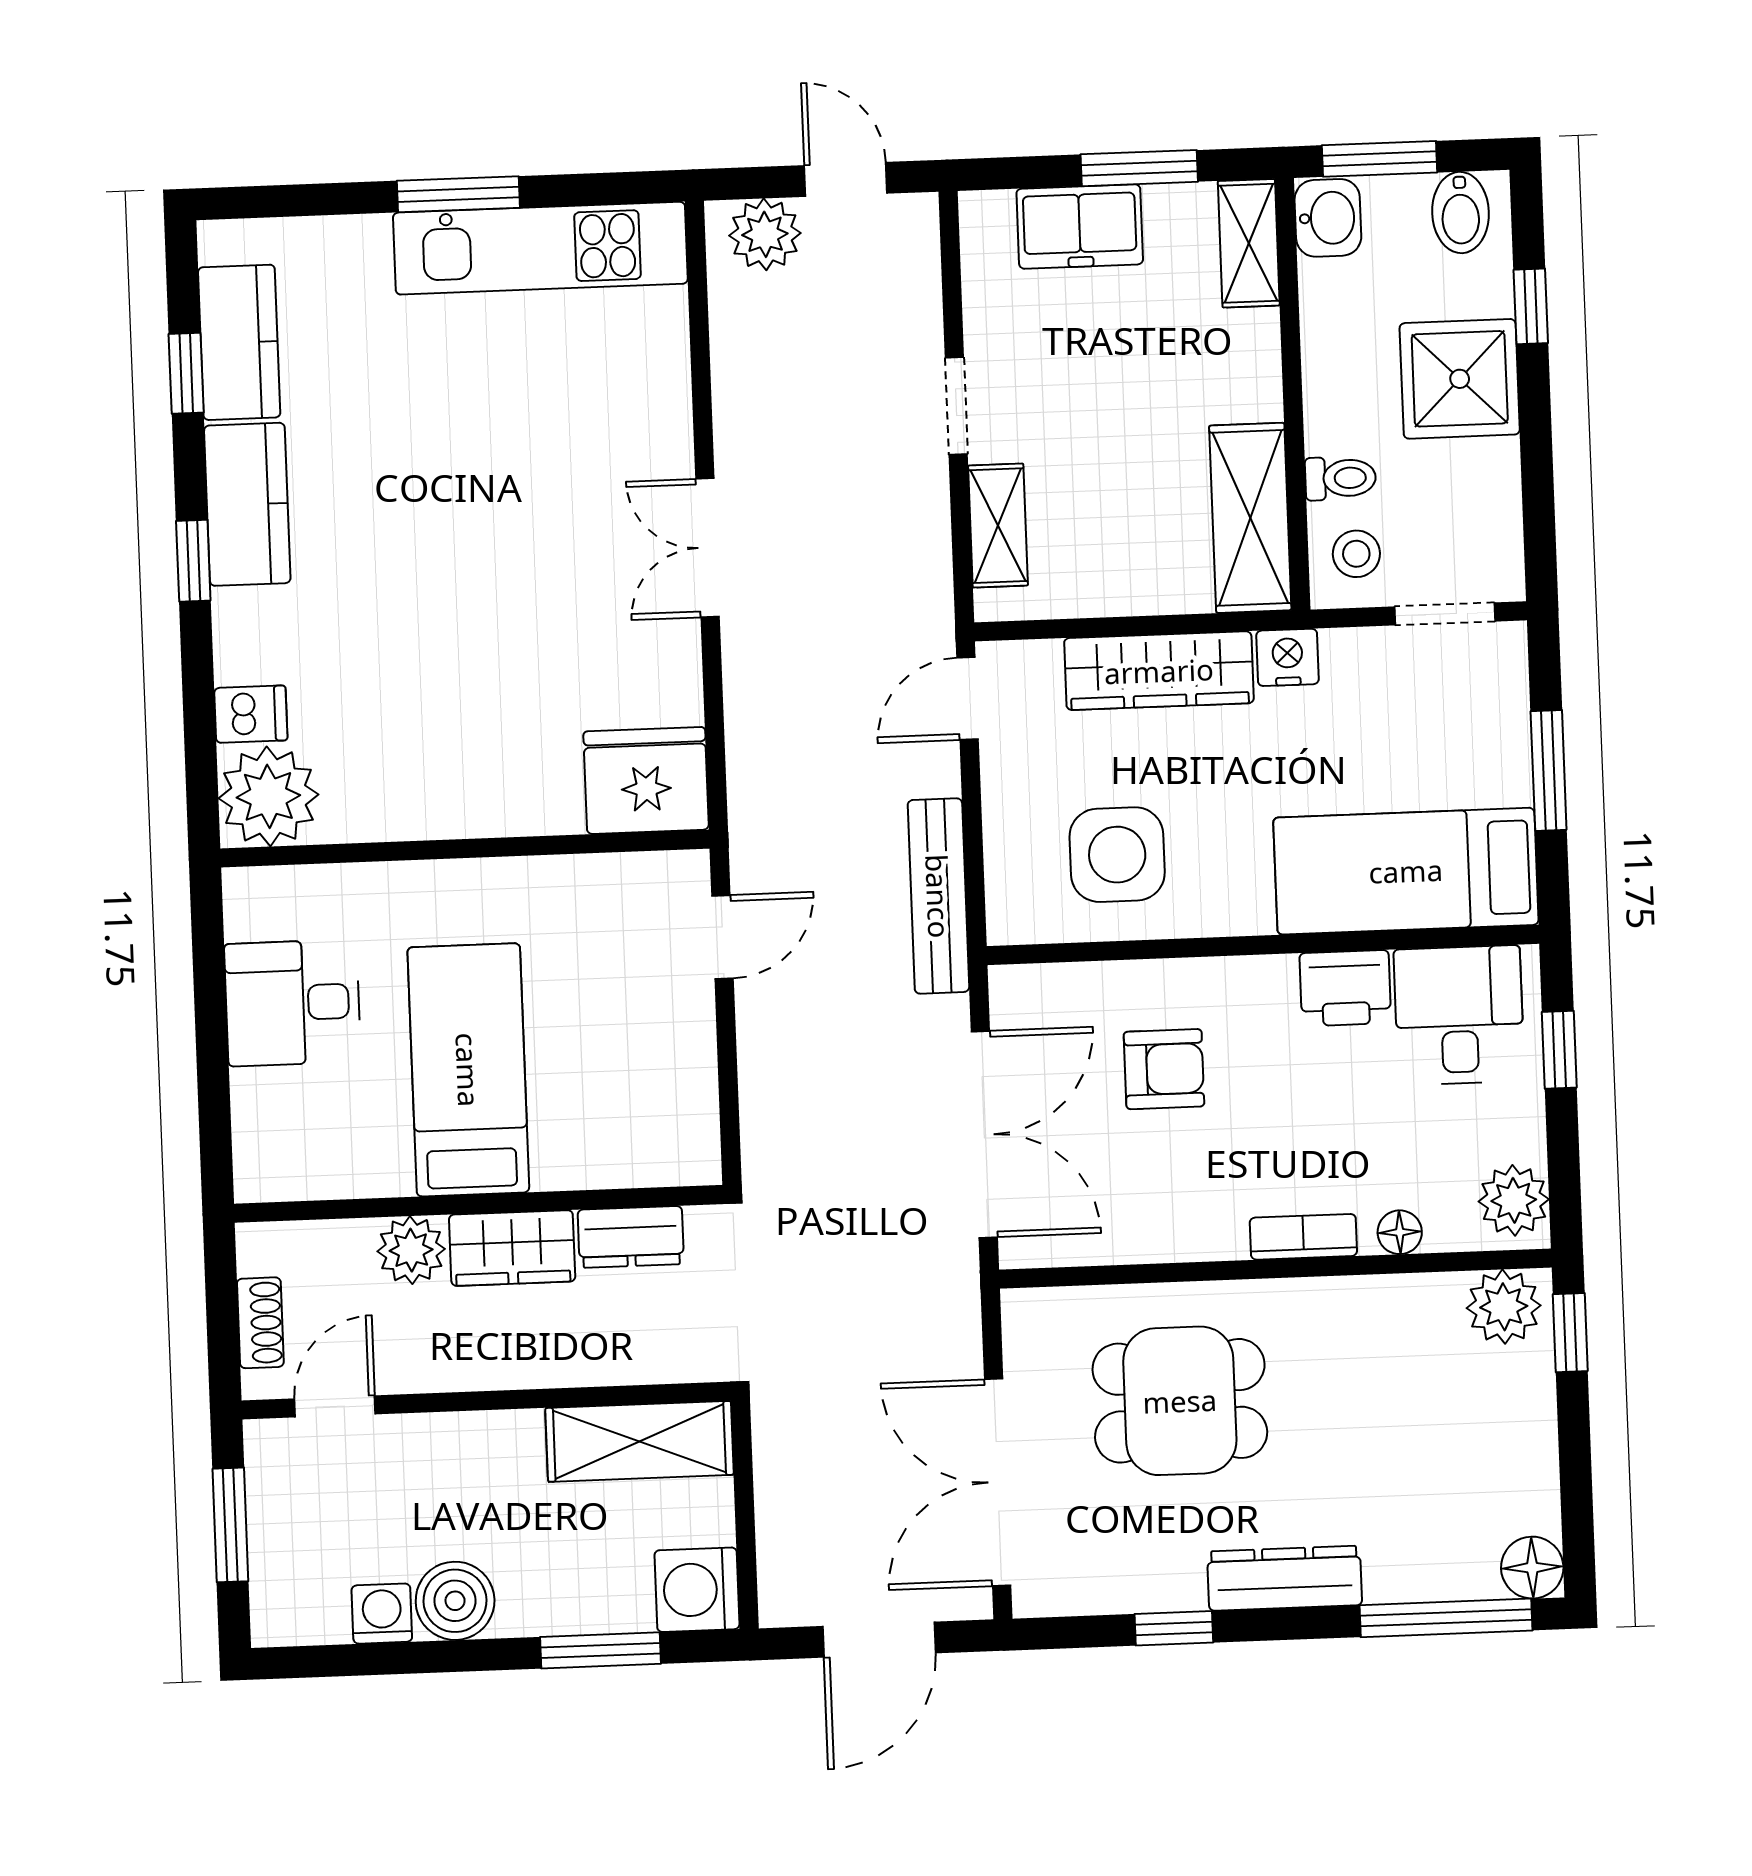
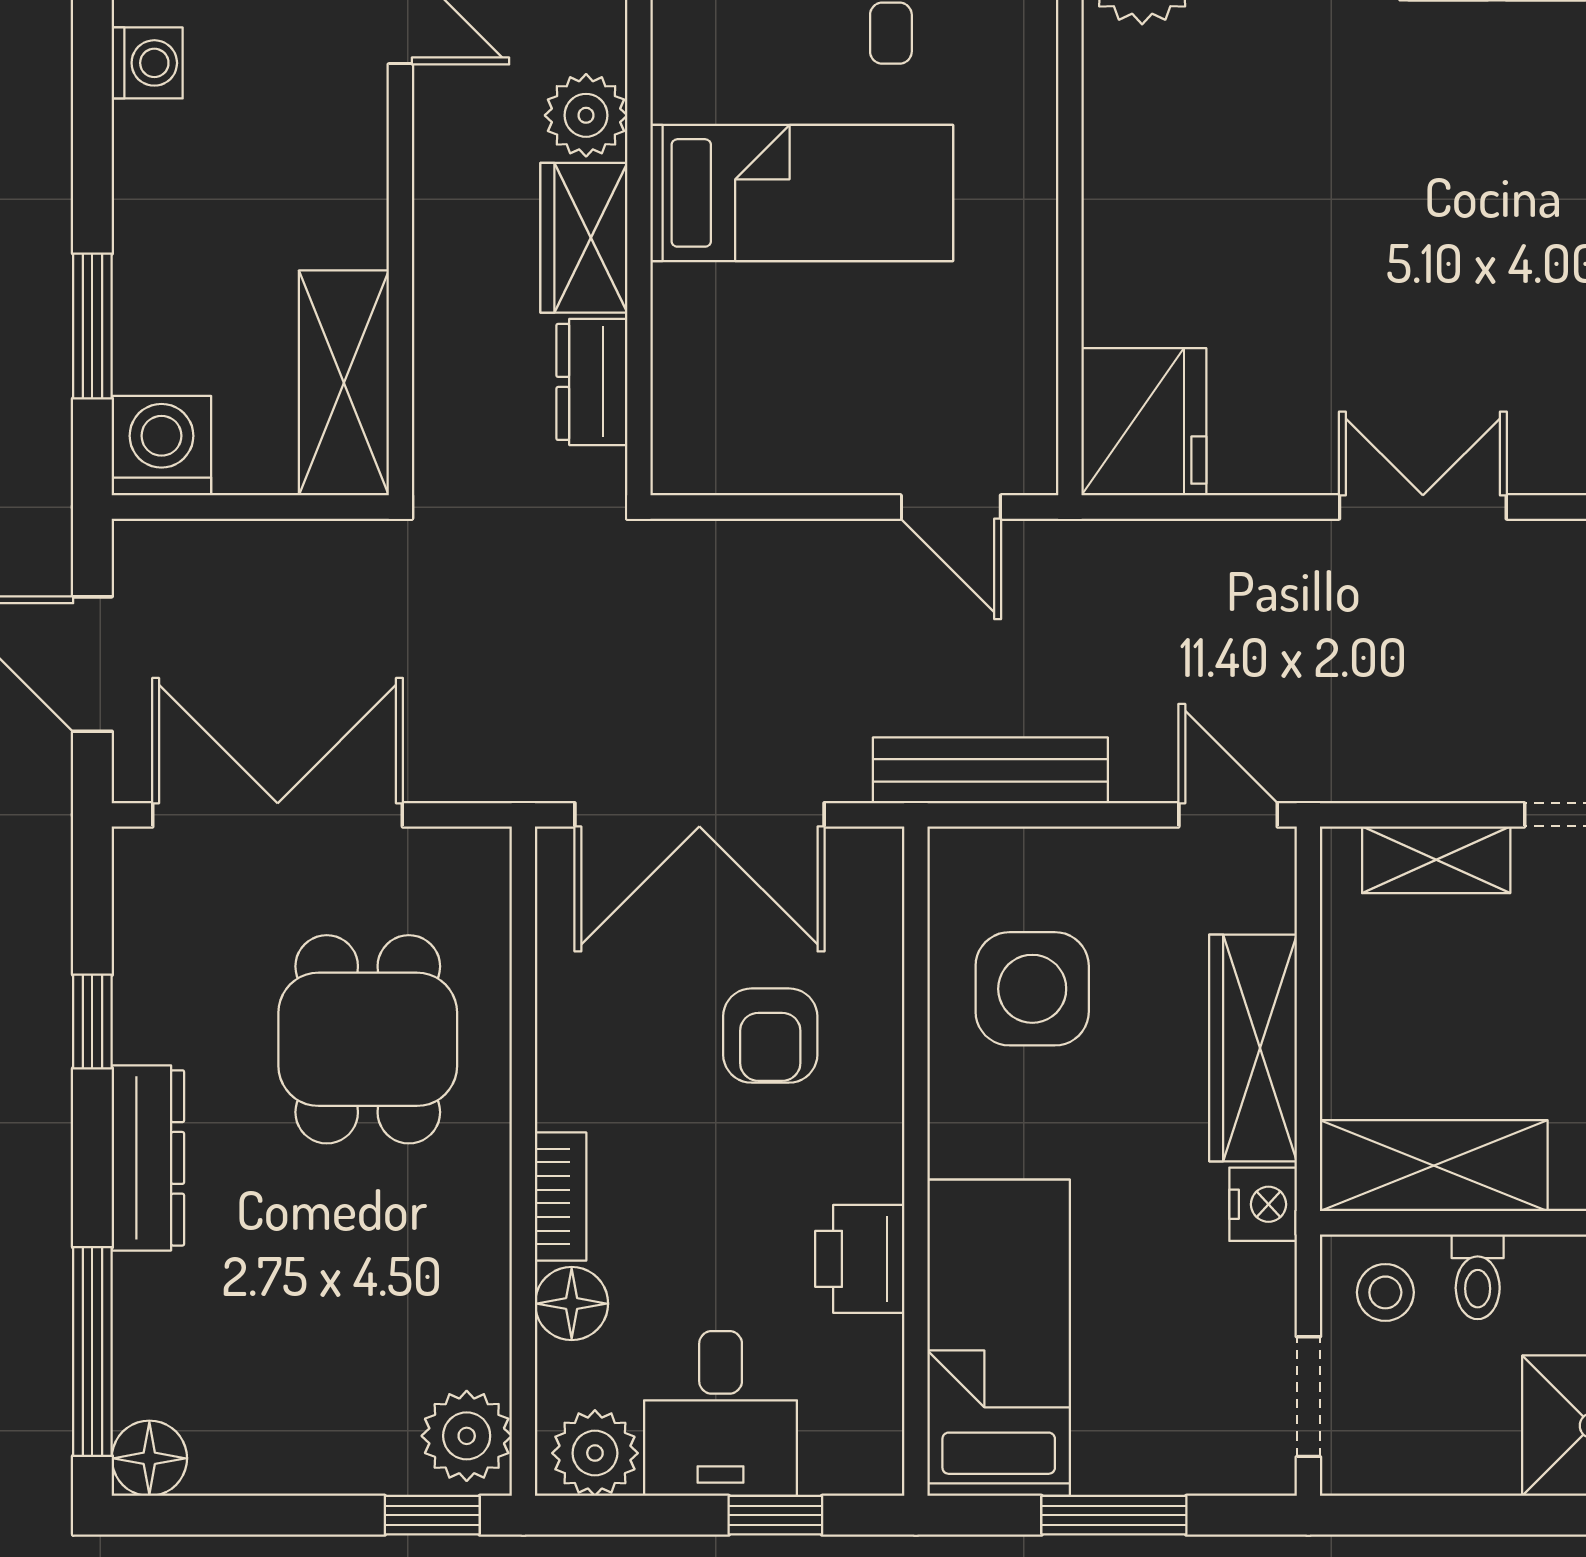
desk: (1459, 1015) -> (721, 1413), moved, turned 90
floor lamp: (1400, 1232) -> (572, 1304), width x1.37, depth x1.37
boiler: (455, 1601) -> (159, 152), removed

